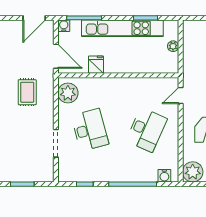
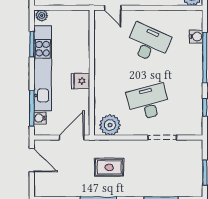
water cooler: (64, 26) -> (40, 118), moved
plant: (173, 46) -> (42, 16), moved
fridge: (96, 65) -> (80, 81), moved
water cooler: (164, 176) -> (196, 37), moved

